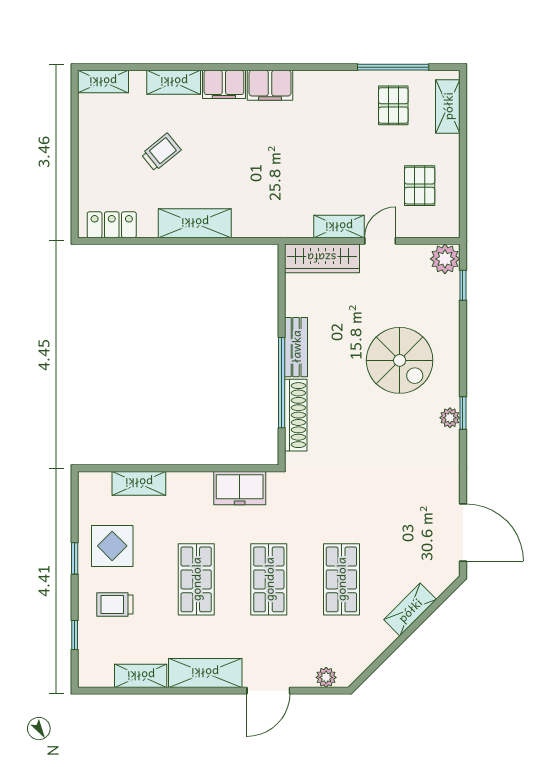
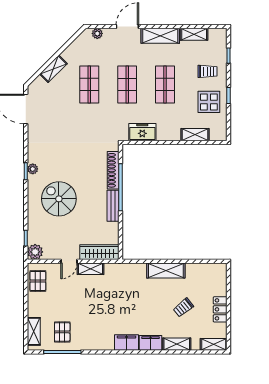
pallet: (420, 186) -> (38, 281), moved
locker: (112, 225) -> (220, 309), moved, turned 90

